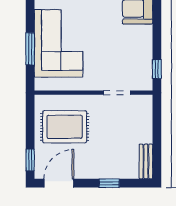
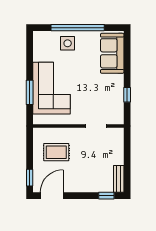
window: (157, 69) -> (127, 95), moved
rug: (65, 127) -> (56, 152), width x0.73, depth x0.70
window: (109, 183) -> (106, 196), moved

